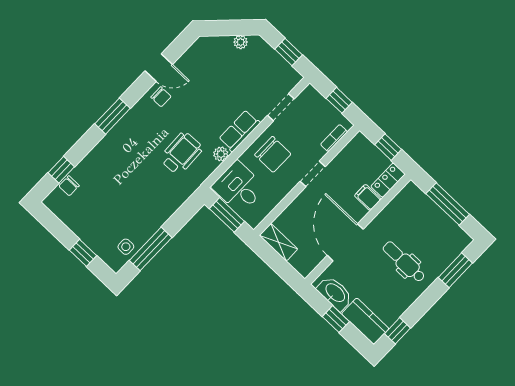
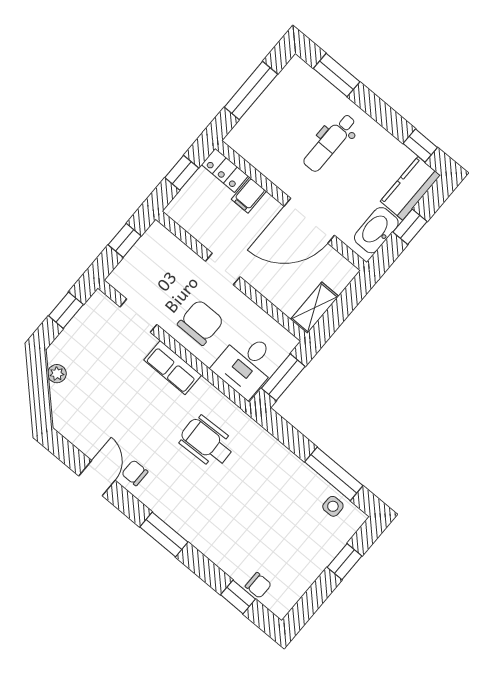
chair: (161, 97) -> (135, 473), turned -90
bookcase: (334, 138) -> (174, 244), removed
plant: (221, 154) -> (204, 390), removed

